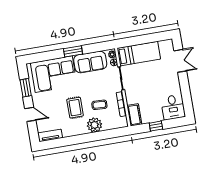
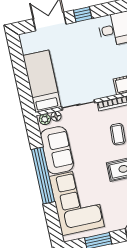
window: (73, 51) -> (43, 176), width x2.11
window: (184, 84) -> (83, 14), added

